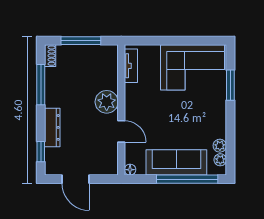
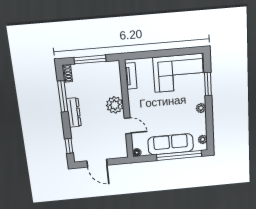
dresser: (52, 127) -> (74, 112), moved
plant: (220, 146) -> (201, 108), moved

